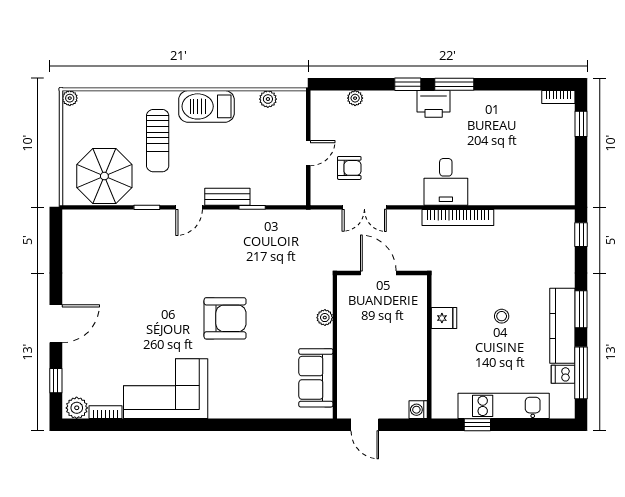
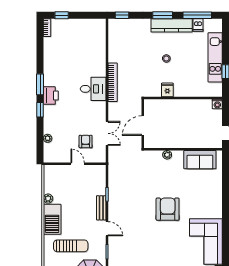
plant: (268, 99) -> (48, 199), moved

